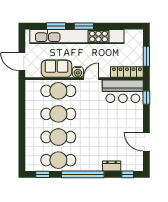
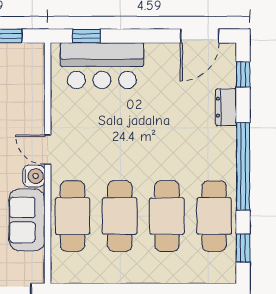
locker: (127, 72) -> (34, 76), removed
bar counter: (123, 91) -> (102, 66), moved, turned 90
door: (146, 142) -> (200, 36), moved

